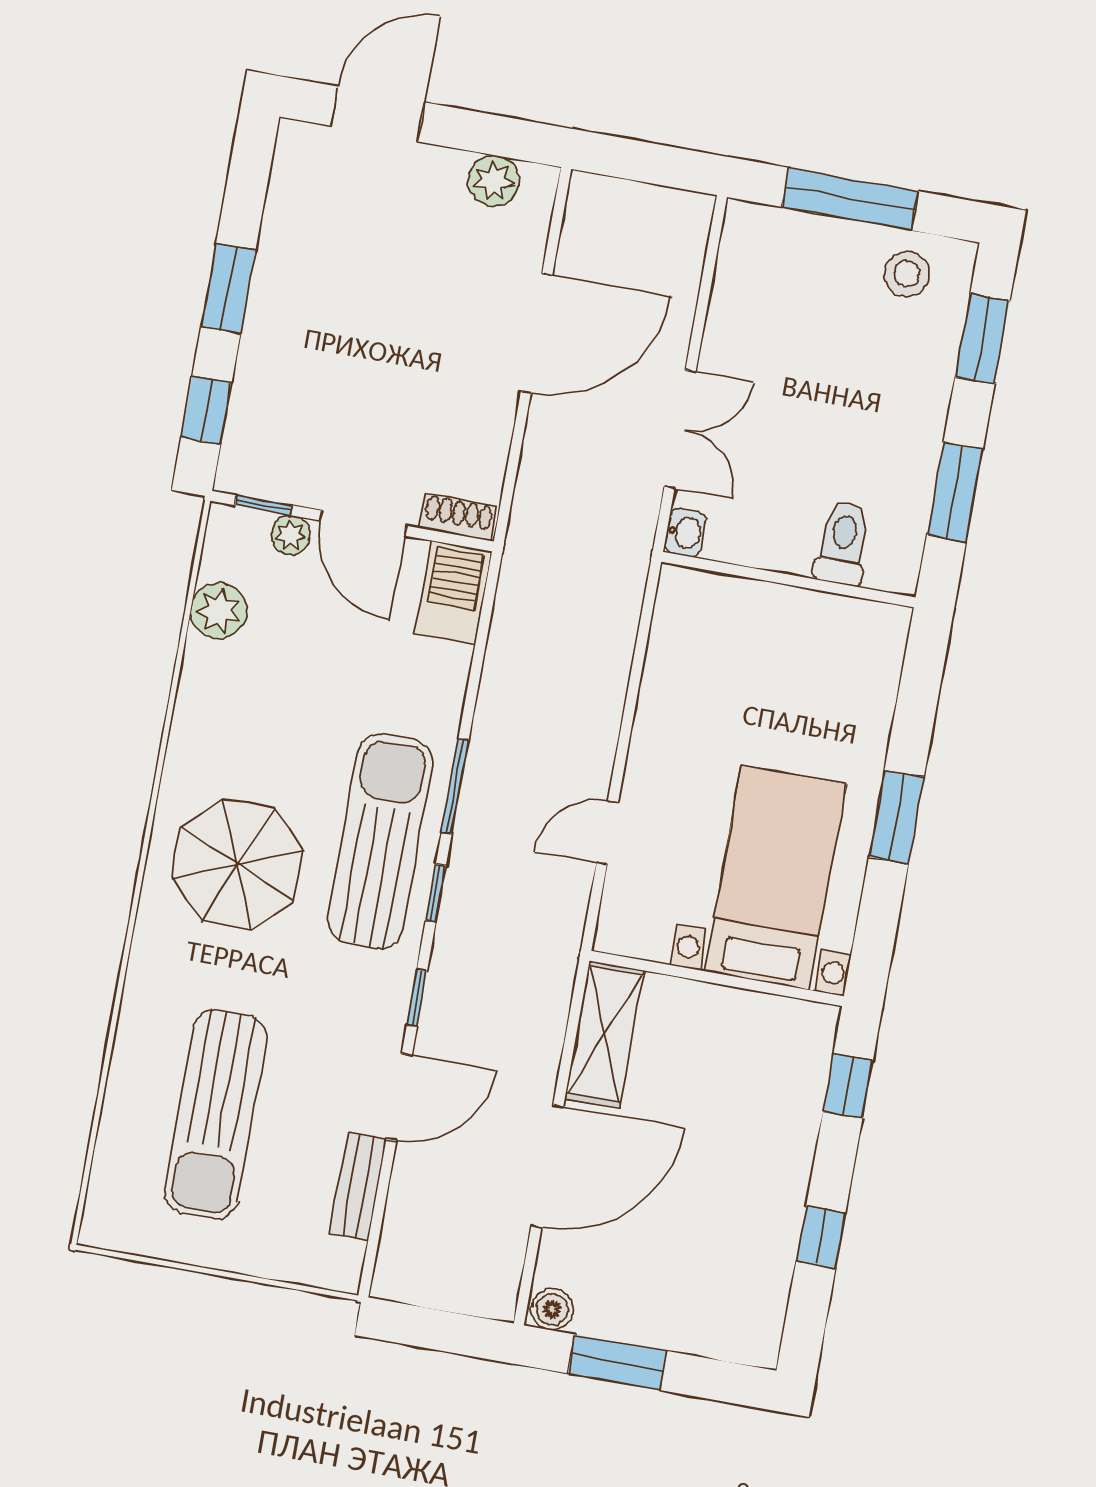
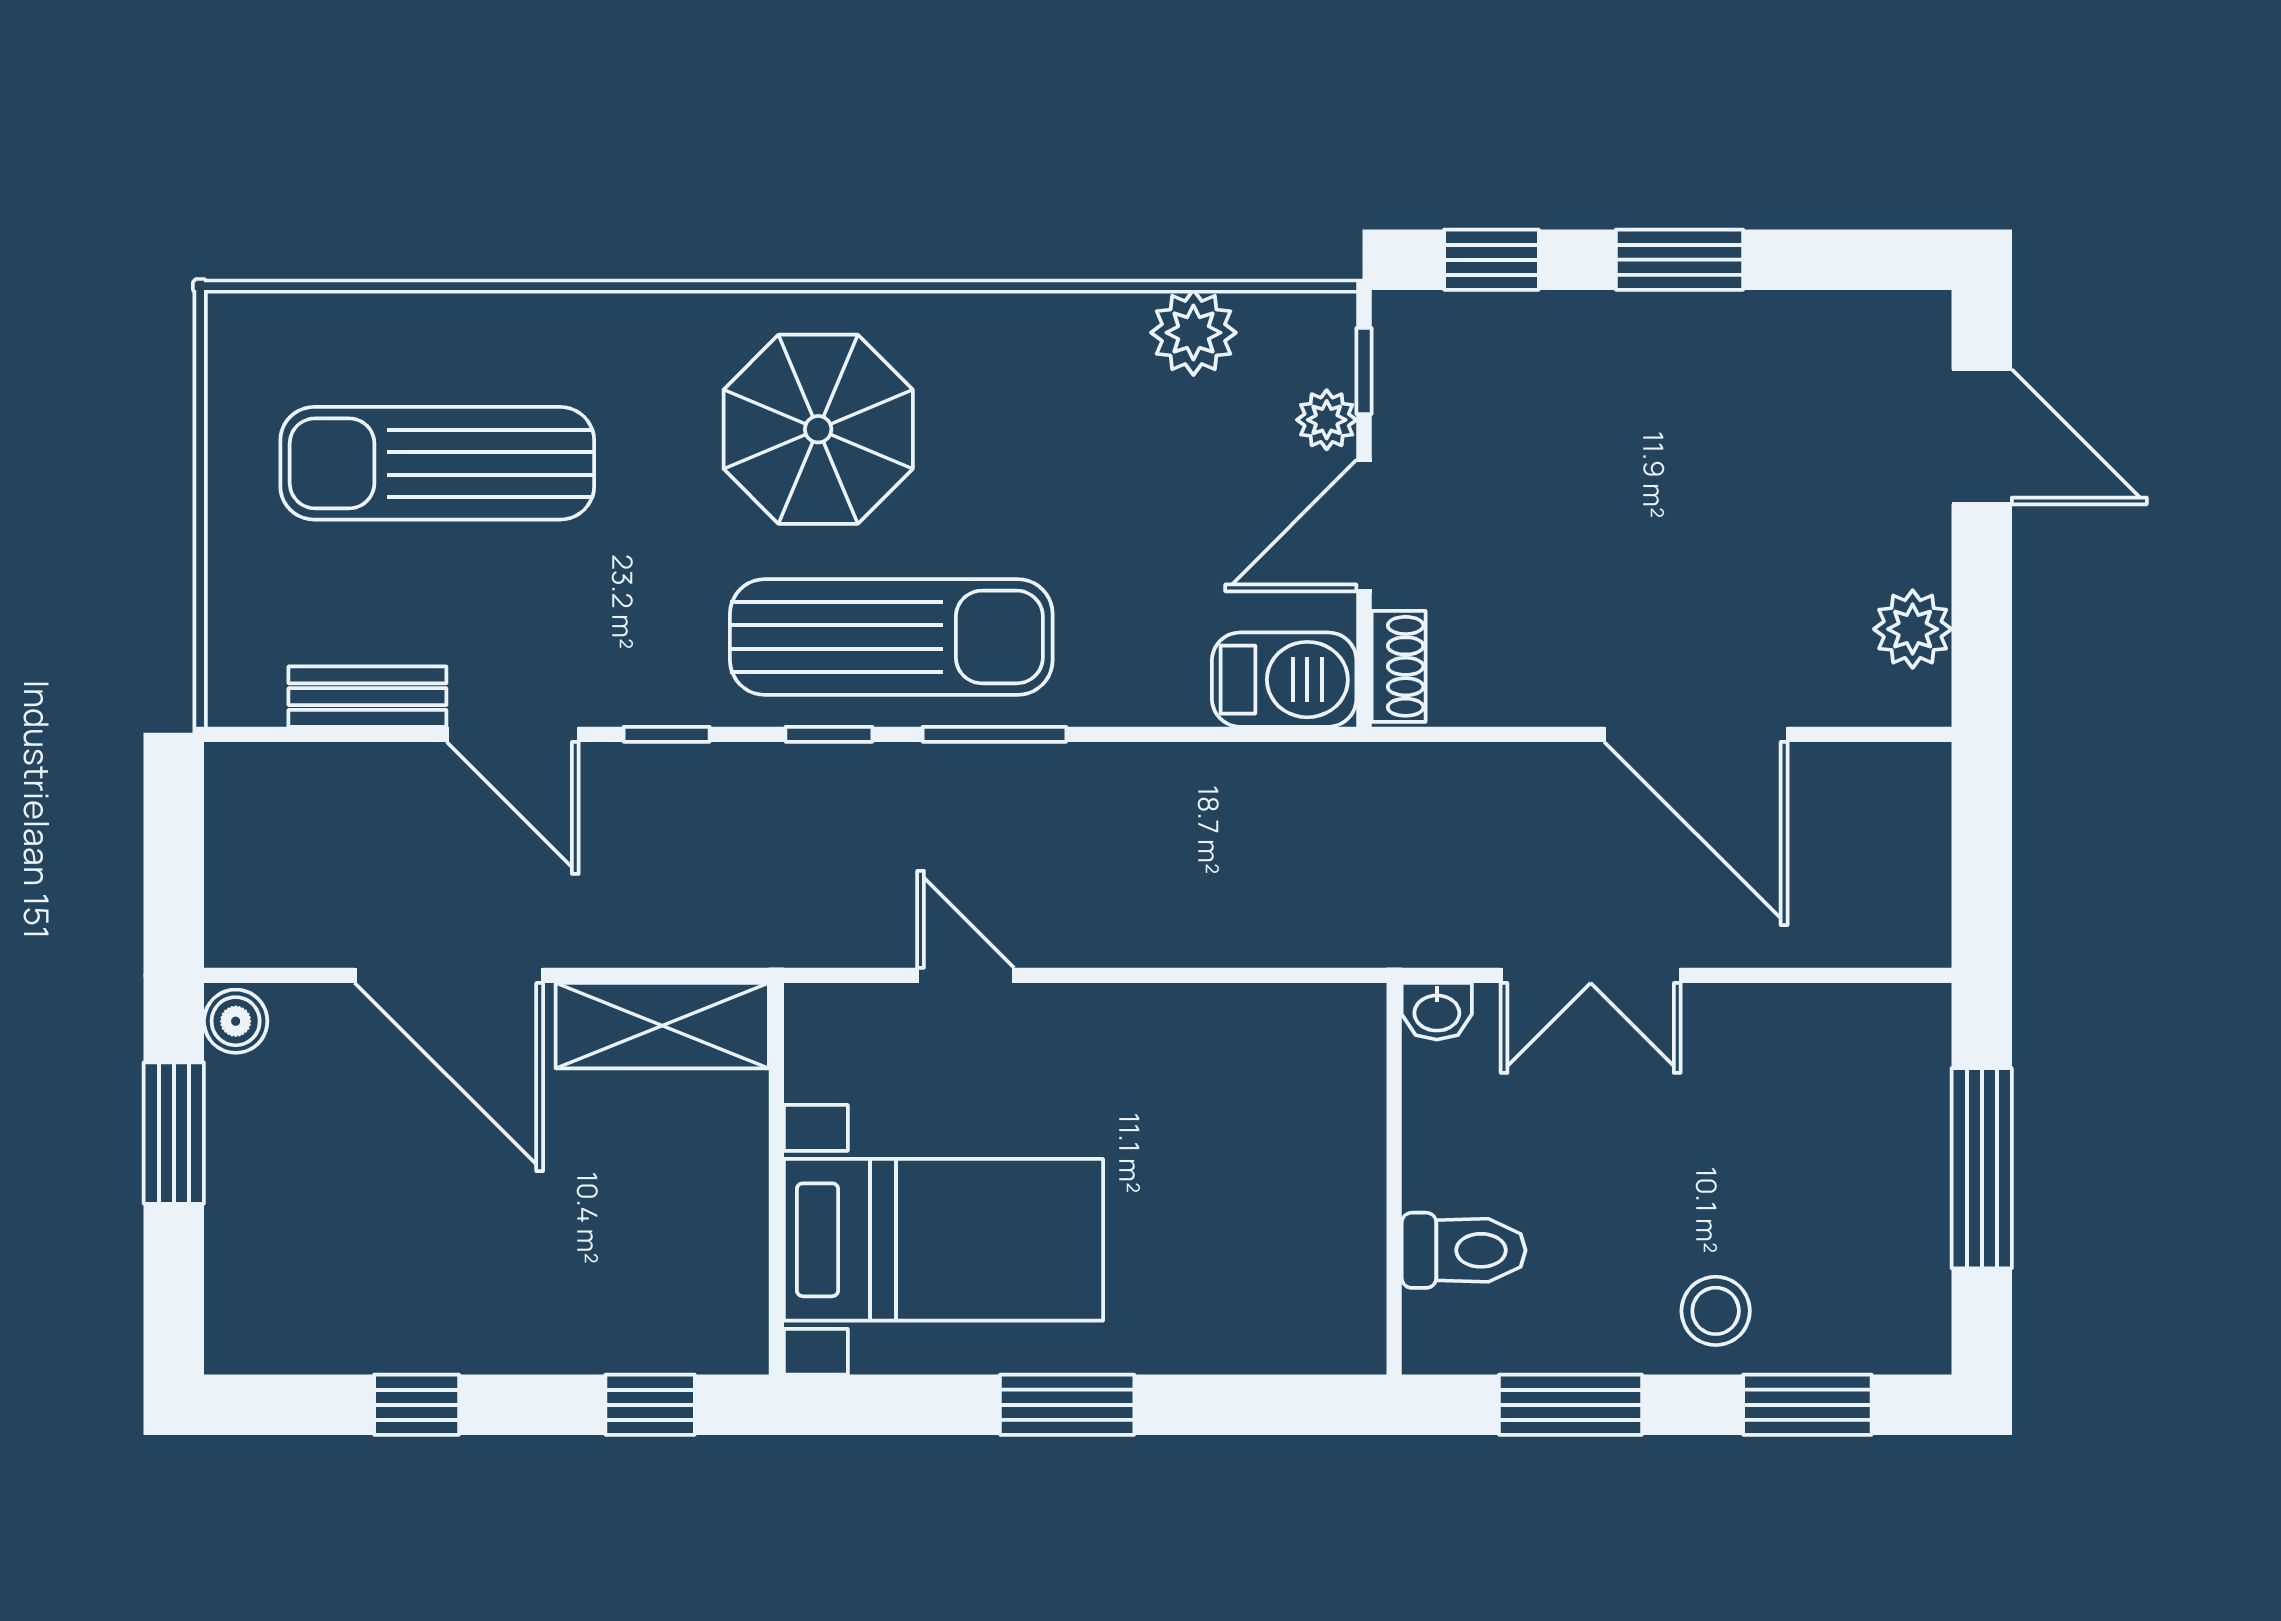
stool: (907, 274) -> (1716, 1311), moved

